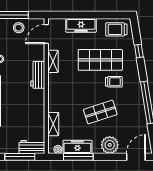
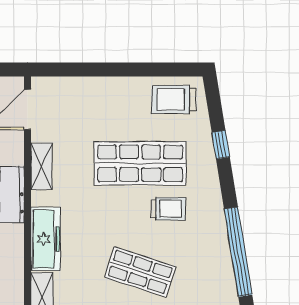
freezer: (81, 25) -> (46, 239), moved, turned -90
shop shelf: (100, 112) -> (140, 272), turned 36

